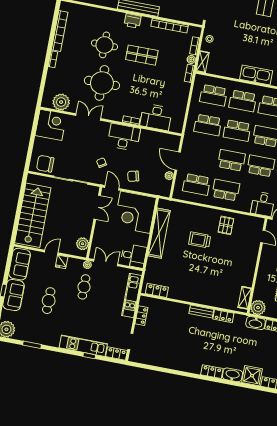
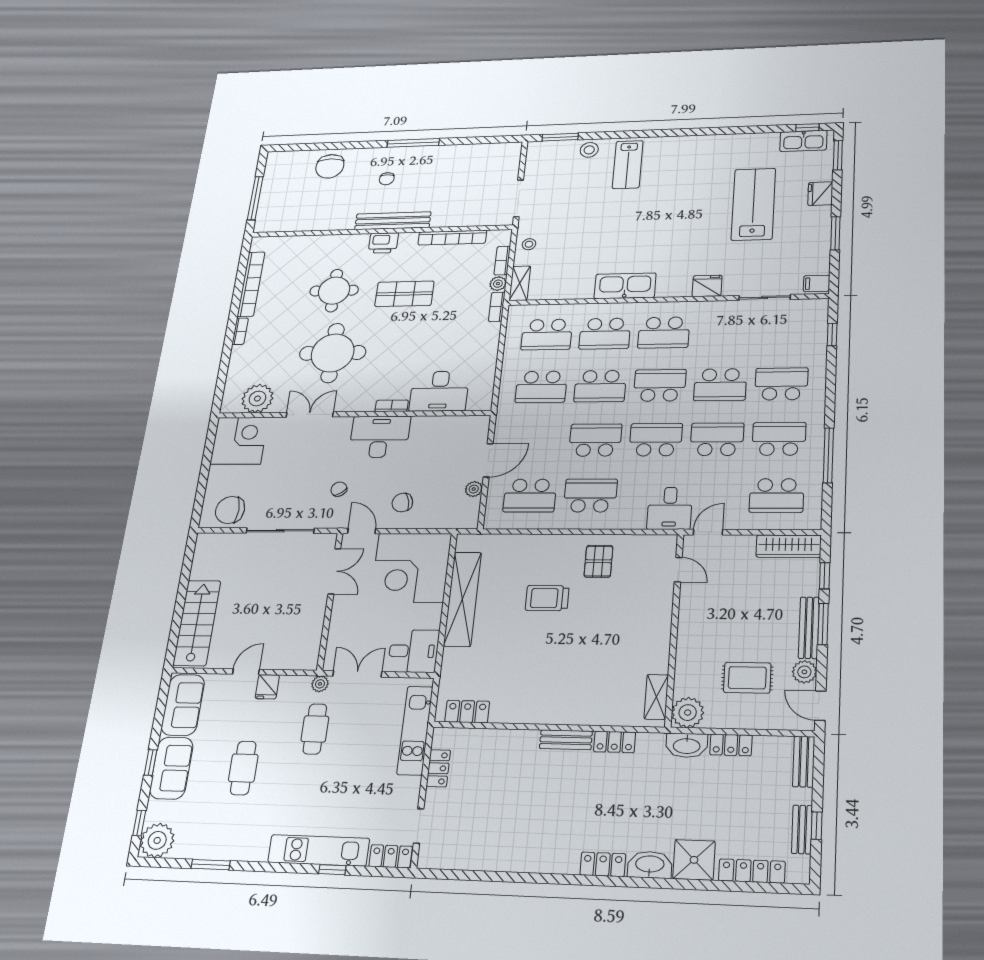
door: (178, 161) -> (488, 460), swing flipped
stairs: (33, 215) -> (197, 623), width x0.73, depth x0.66
plant: (83, 244) -> (308, 645), removed

